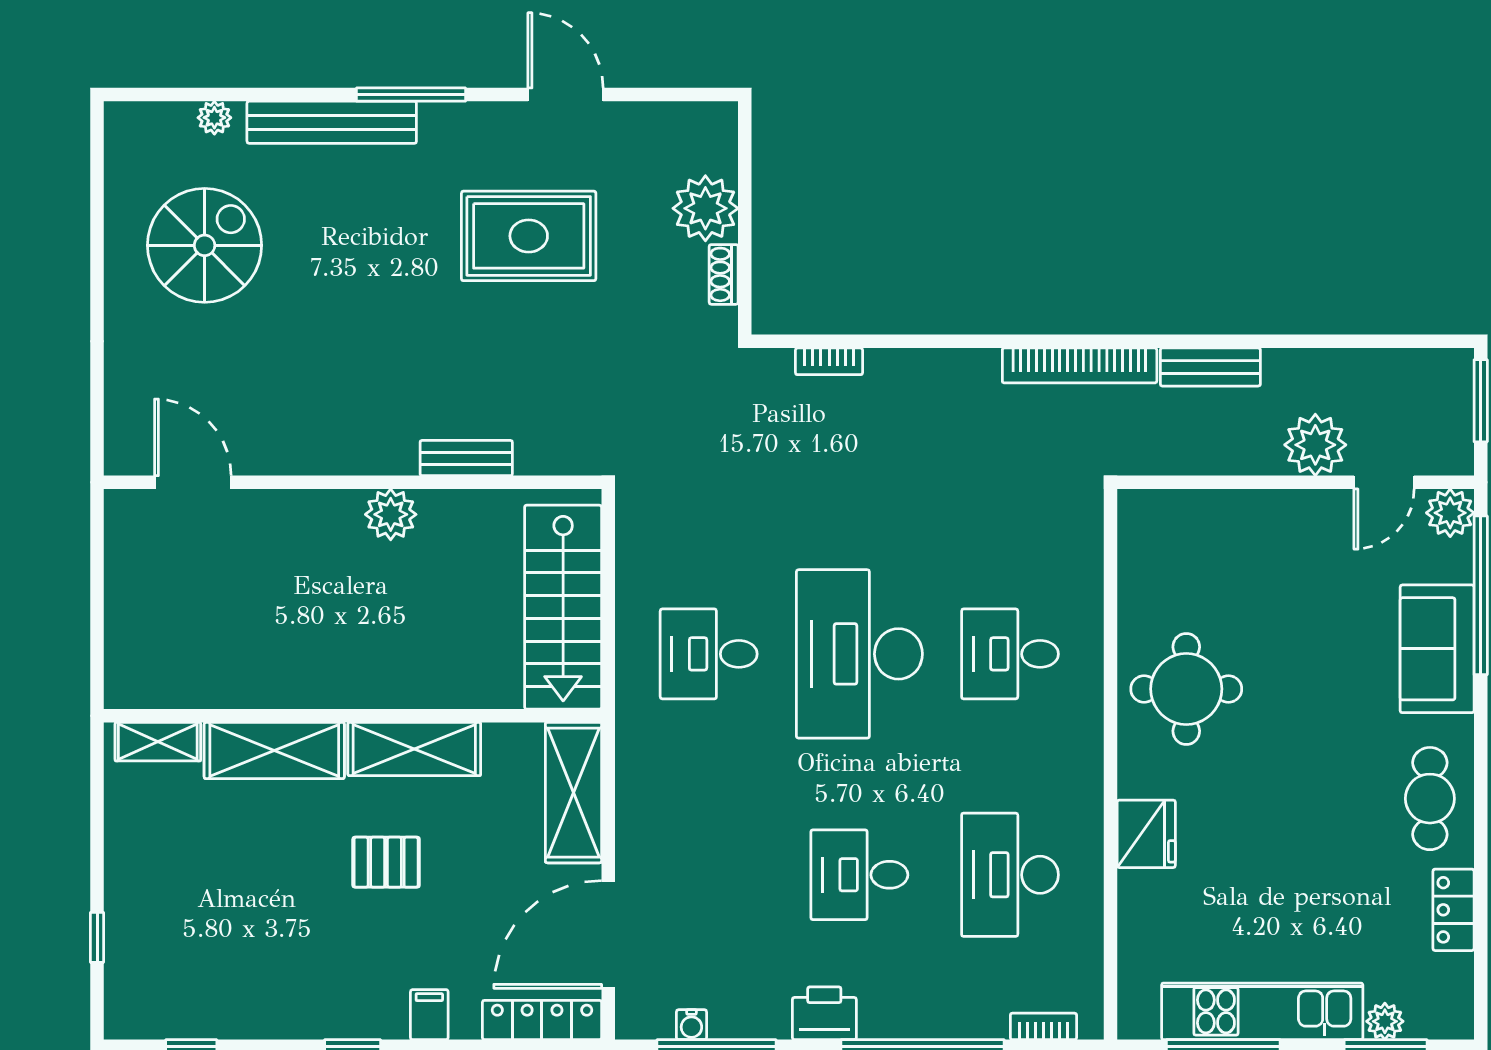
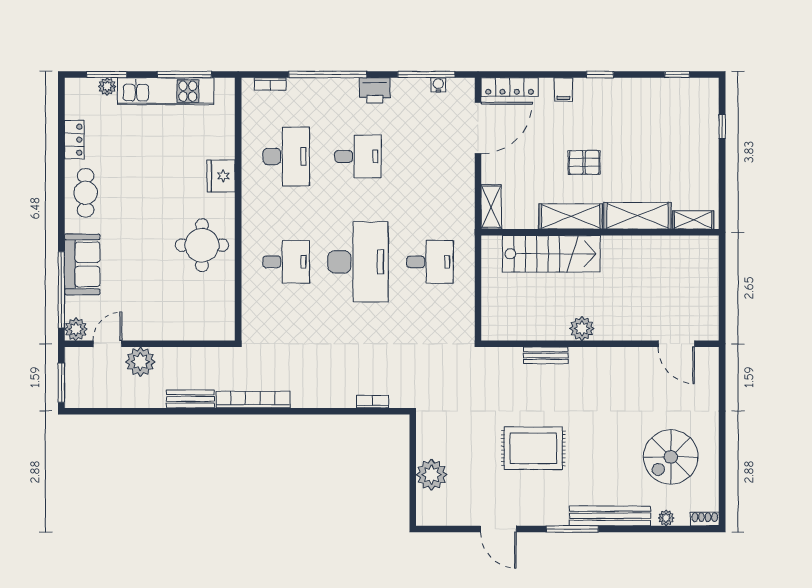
rug: (529, 236) -> (533, 448), moved
shoe rack: (724, 274) -> (705, 519), moved, turned -90
stairs: (563, 607) -> (551, 254), moved, turned 90
shelving: (574, 793) -> (491, 207), width x0.67, depth x0.75

